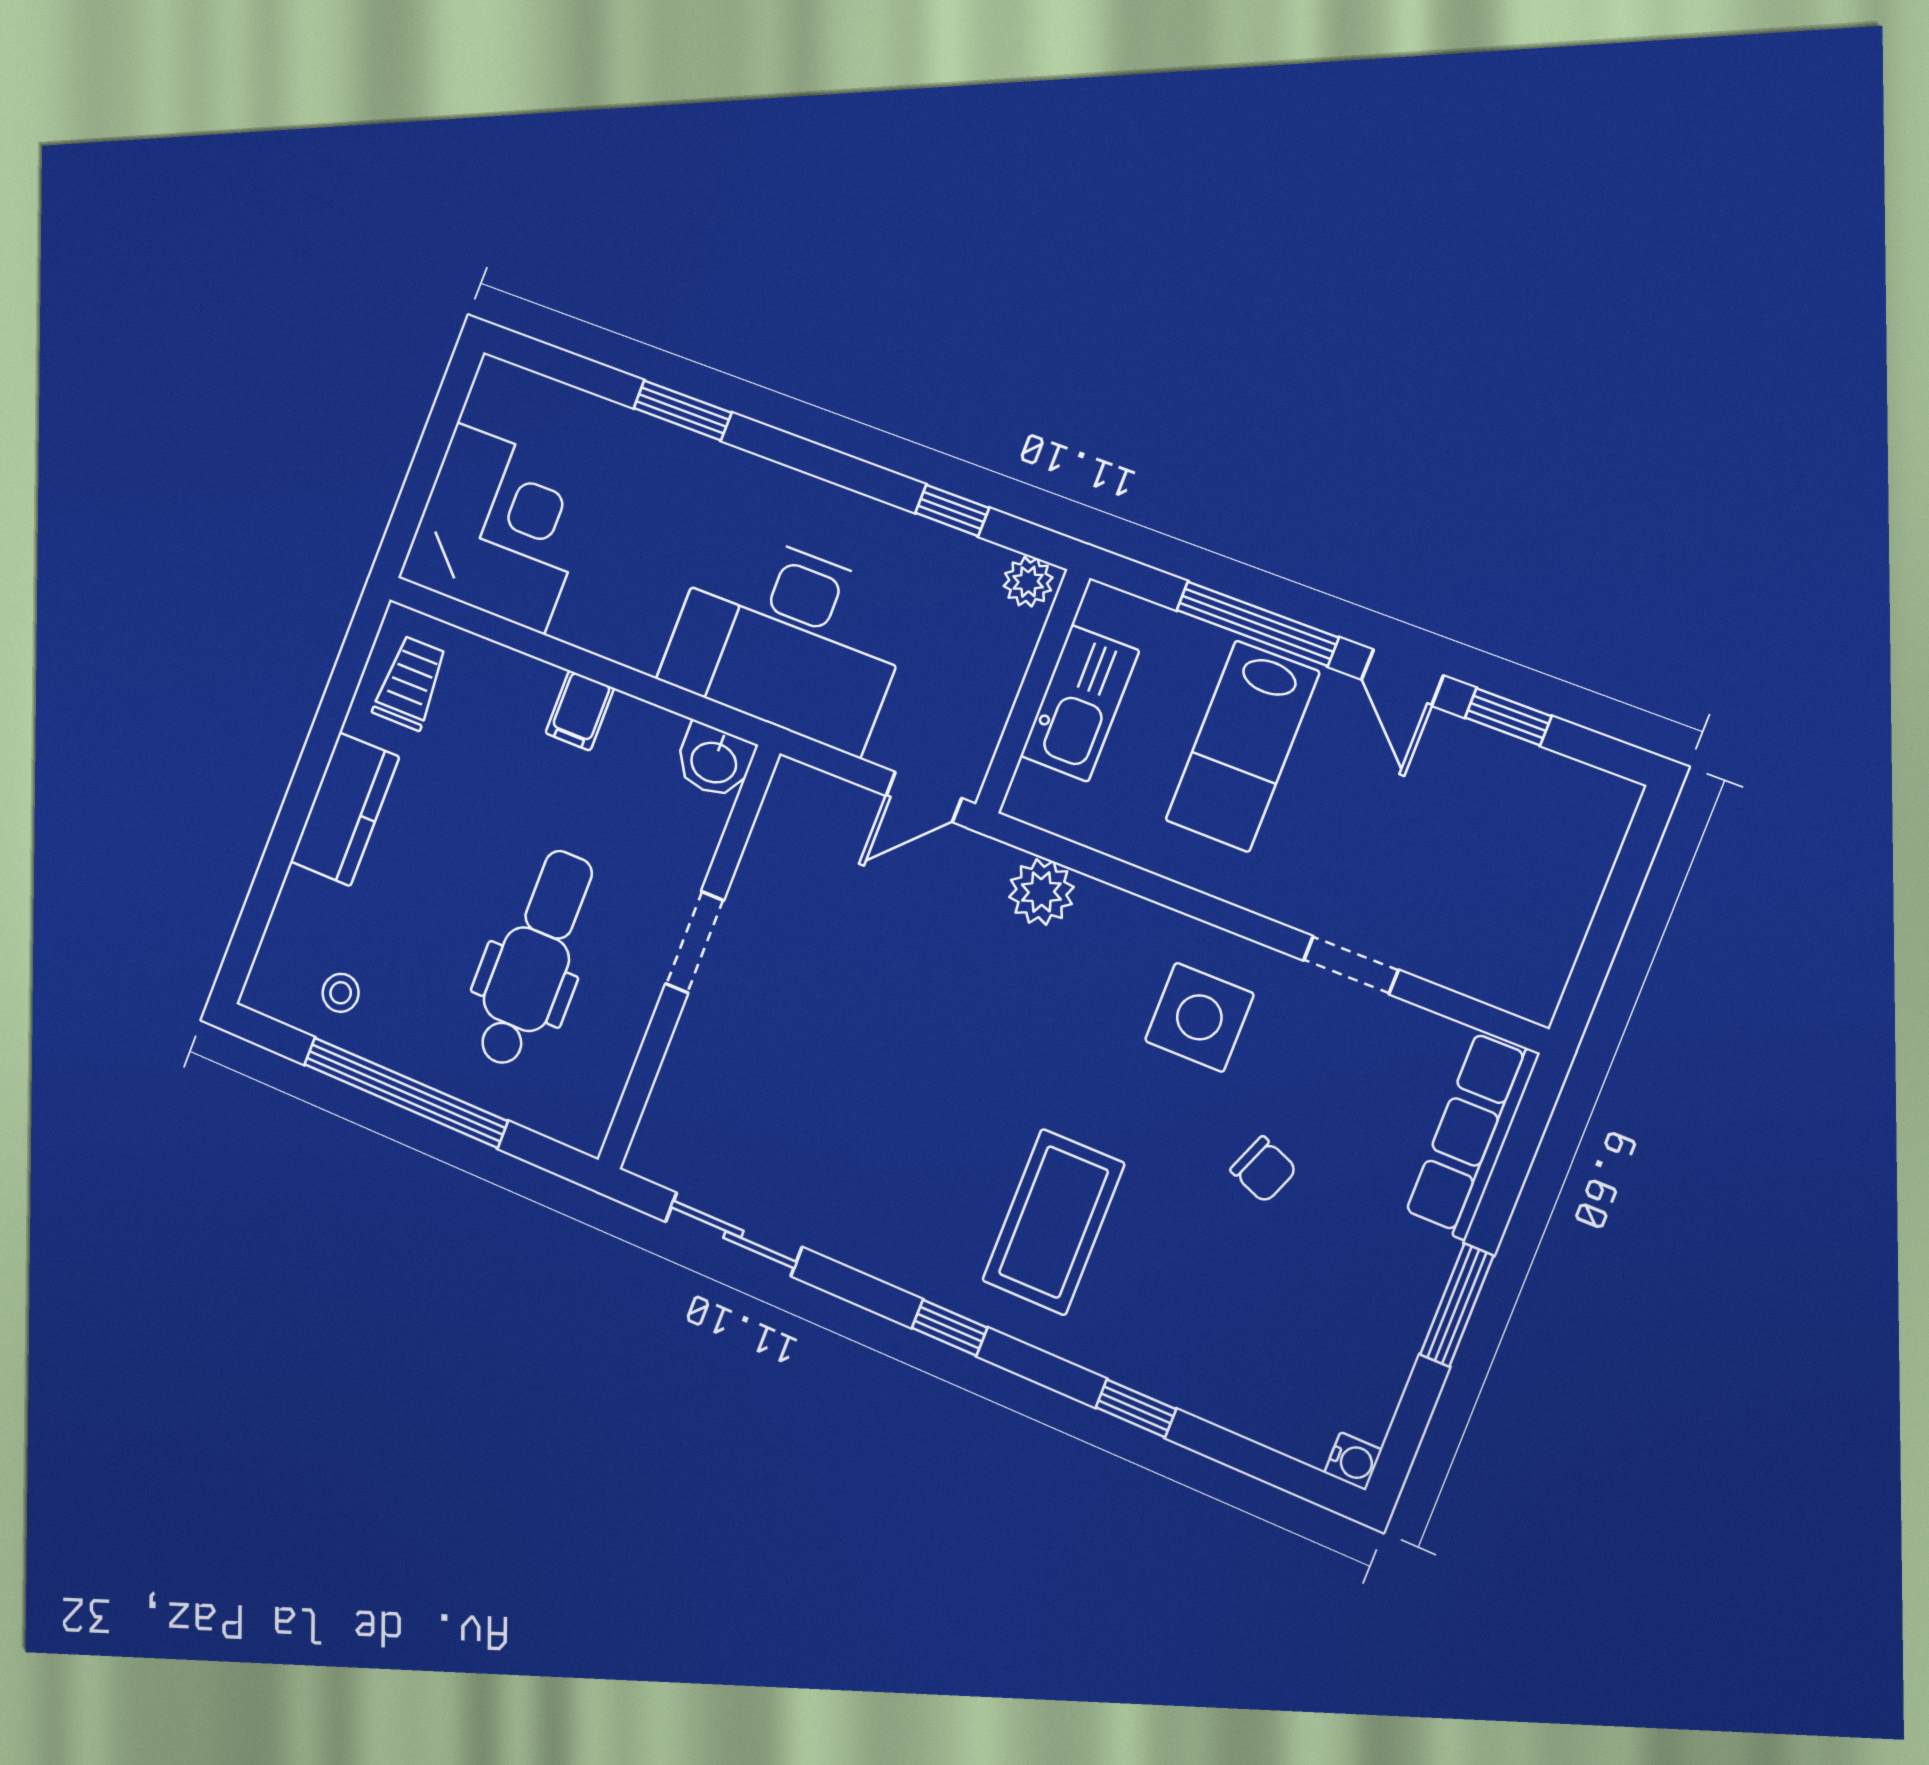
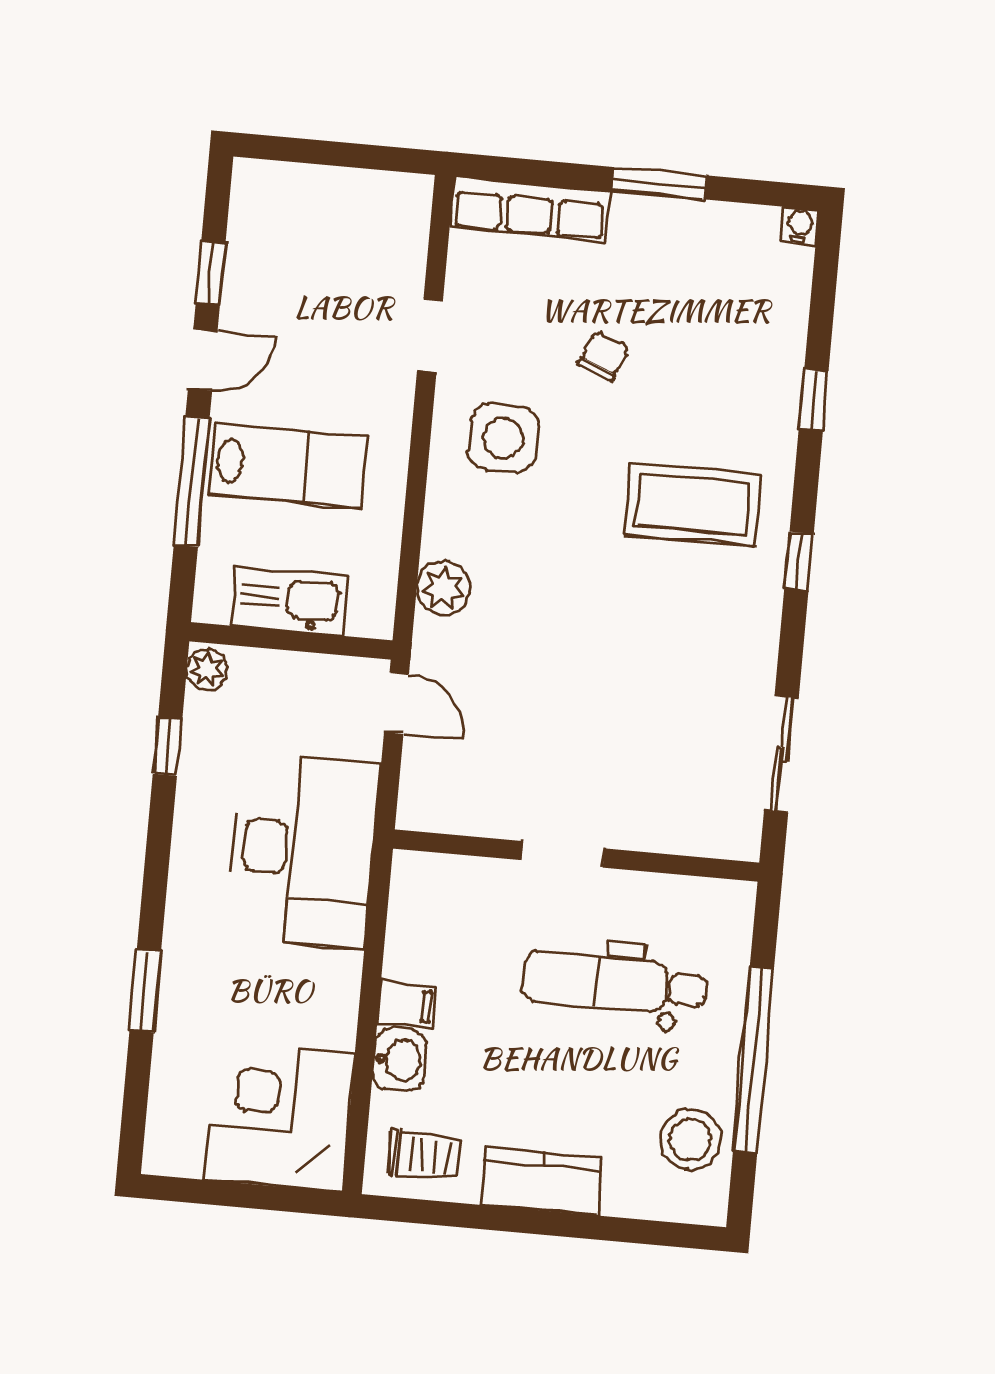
trolley: (410, 683) -> (424, 1156), turned 180
washbasin: (714, 761) -> (399, 1060), moved
stool: (341, 993) -> (690, 1139), width x1.89, depth x1.89

